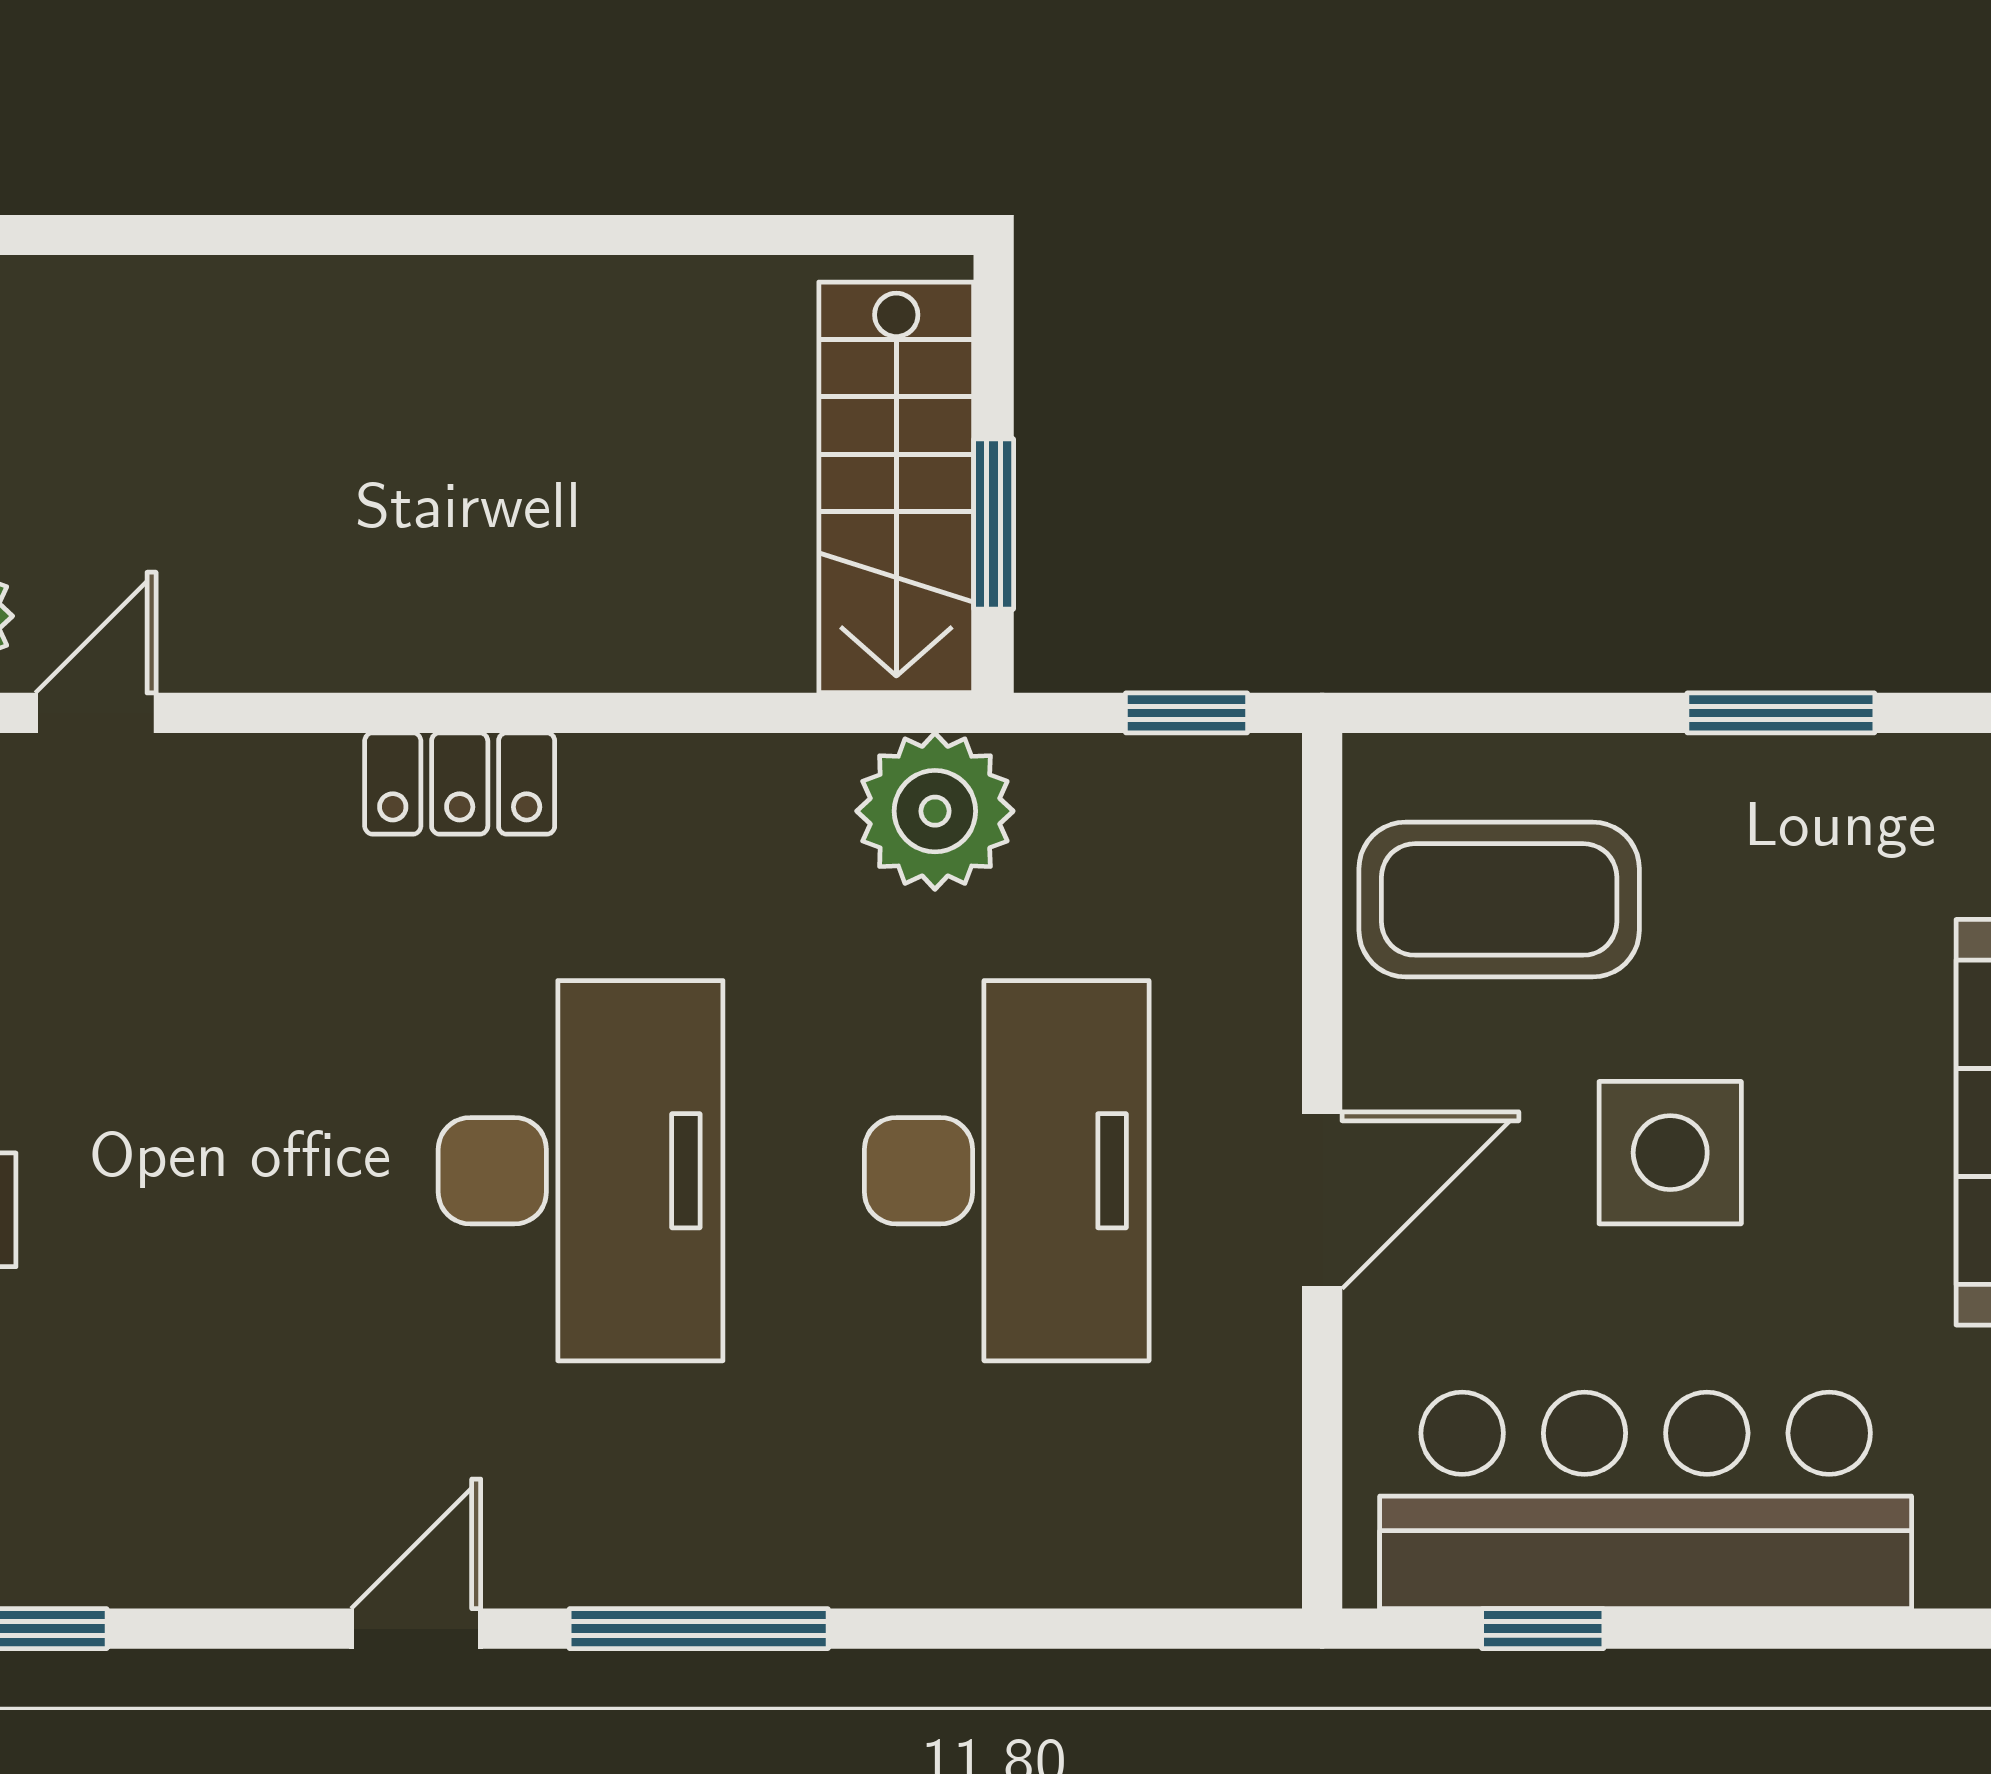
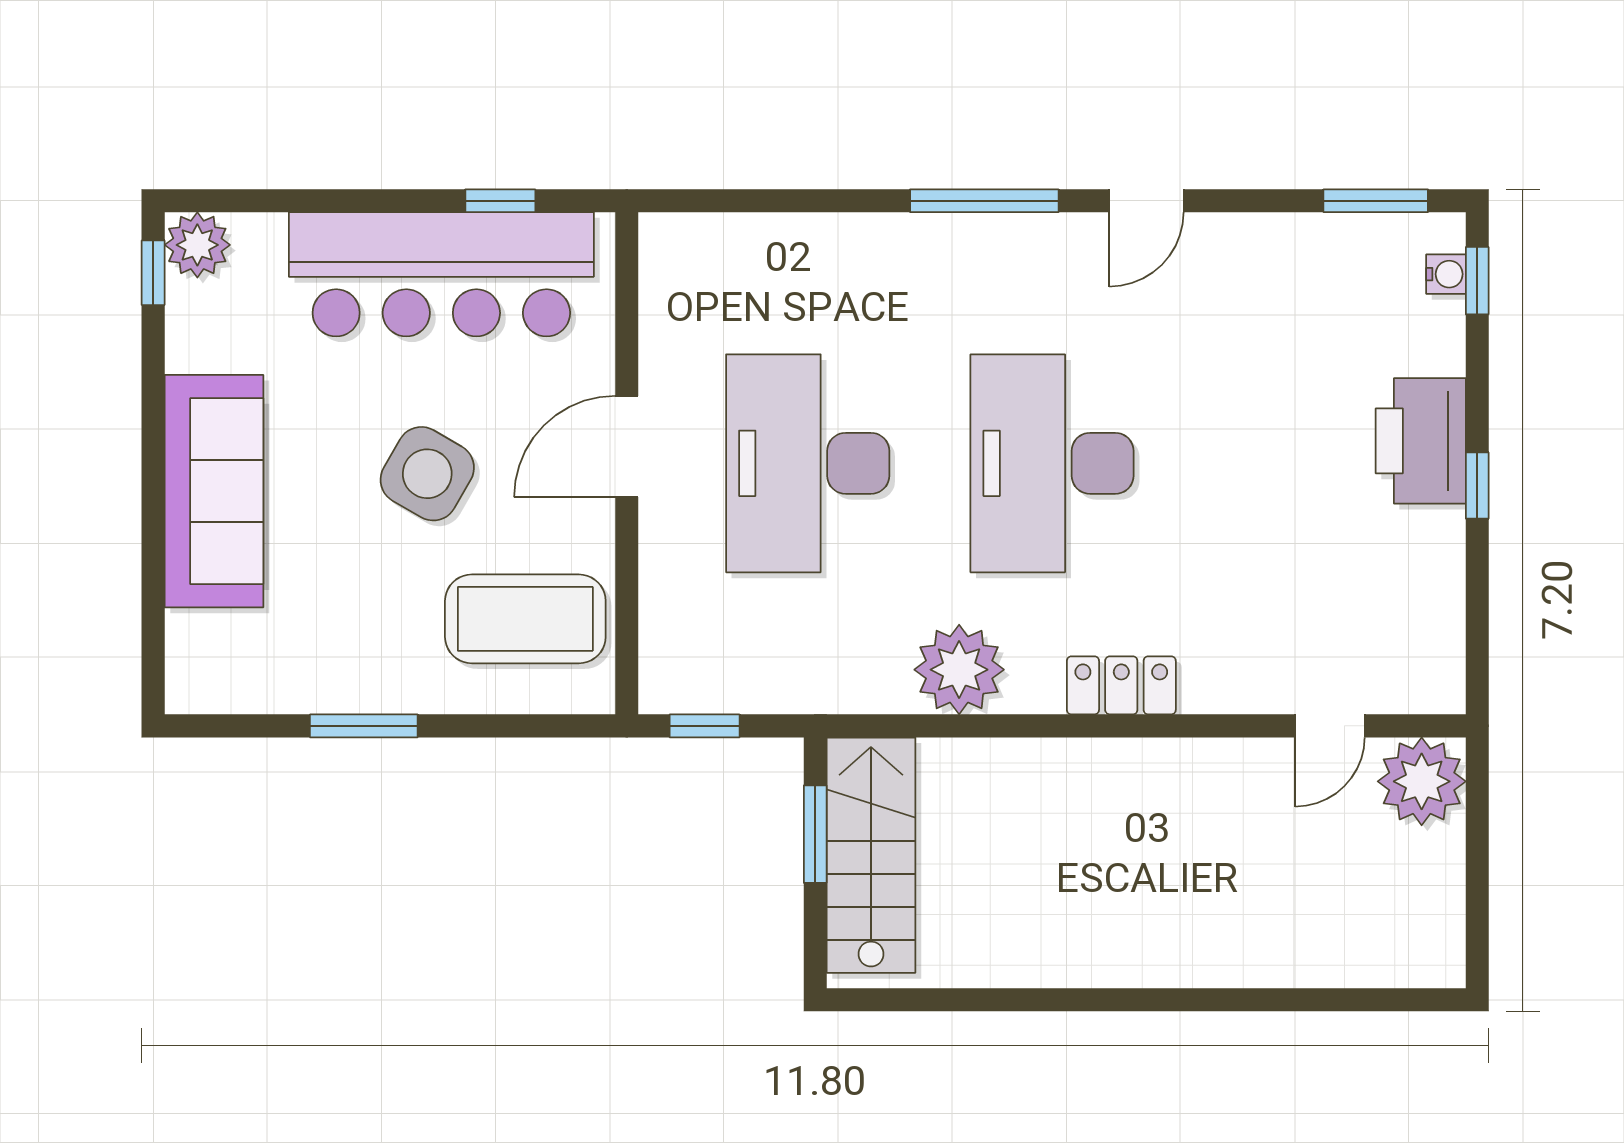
plant: (935, 811) -> (959, 670), moved
side table: (1670, 1153) -> (427, 474), turned 30

